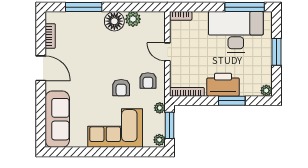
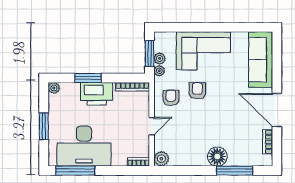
plant: (133, 19) -> (161, 159), moved
floor lamp: (114, 21) -> (217, 157), moved
door: (167, 52) -> (152, 126), hinge flipped
door: (41, 68) -> (277, 110), width x1.36
plant: (159, 140) -> (160, 58), moved

